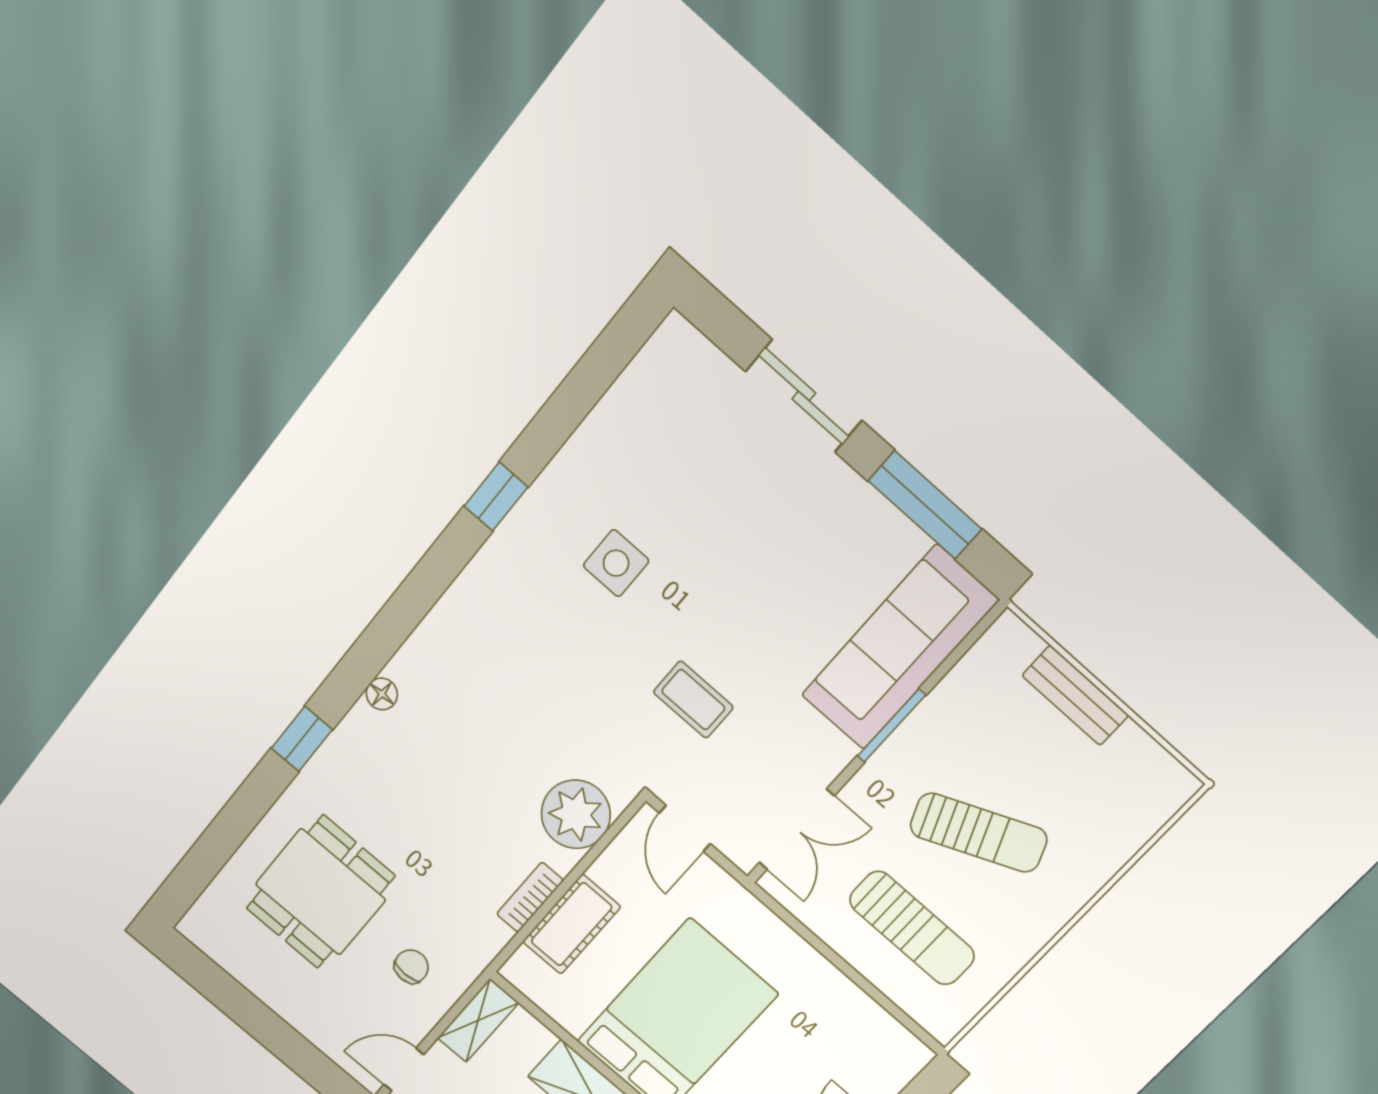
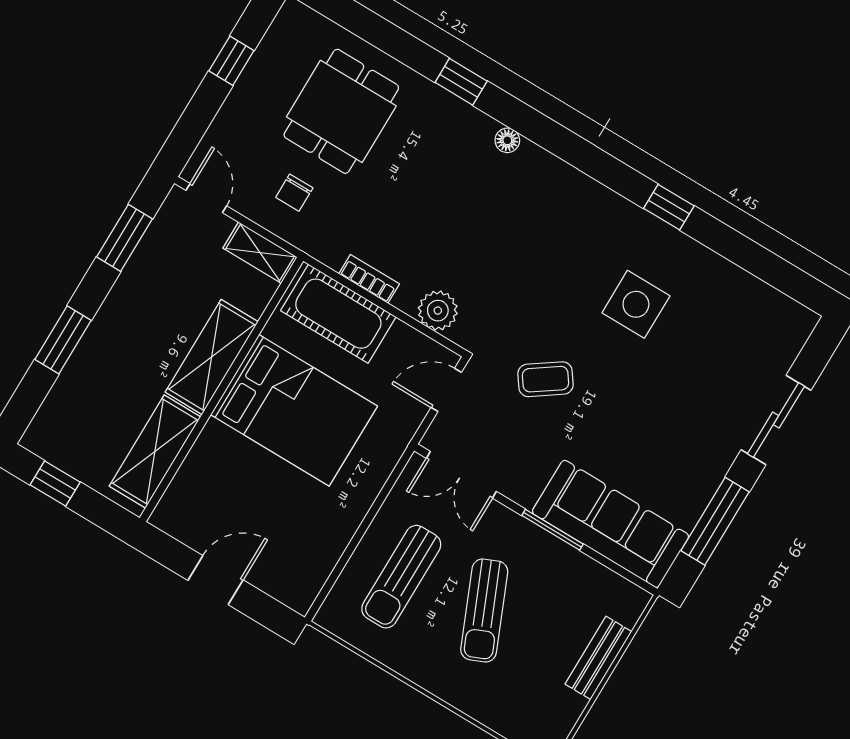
side table: (616, 563) -> (636, 304), width x1.37, depth x1.37
coffee table: (693, 700) -> (545, 379), turned 55
plant: (576, 814) -> (438, 311), width x0.73, depth x0.73
dining table: (320, 892) -> (341, 111), turned 90
cot: (572, 924) -> (338, 314), width x1.37, depth x1.34
chair: (411, 966) -> (294, 193), turned 90
window: (245, 1009) -> (231, 61), added

